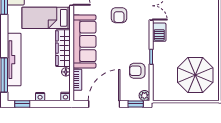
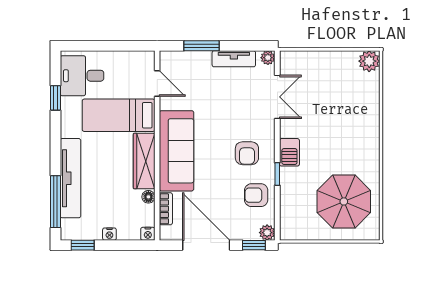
armchair: (119, 15) -> (247, 153), moved
barbecue: (159, 32) -> (289, 152), moved
door: (104, 104) -> (206, 245), hinge flipped

